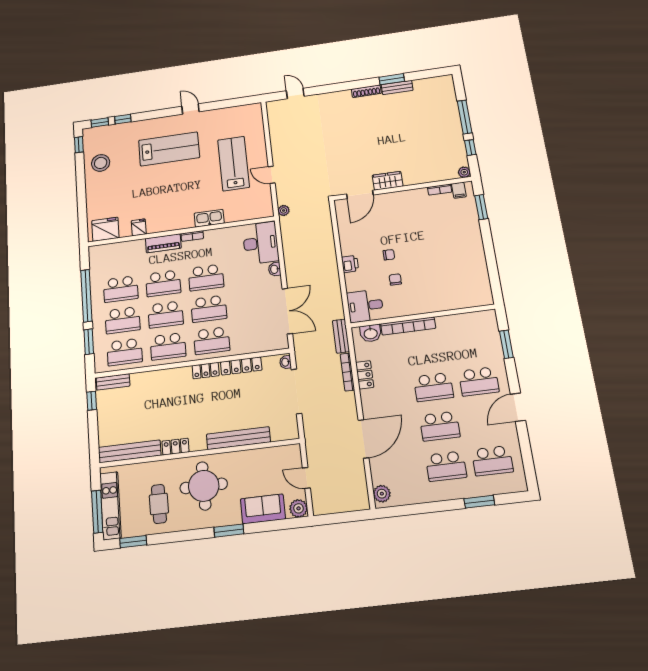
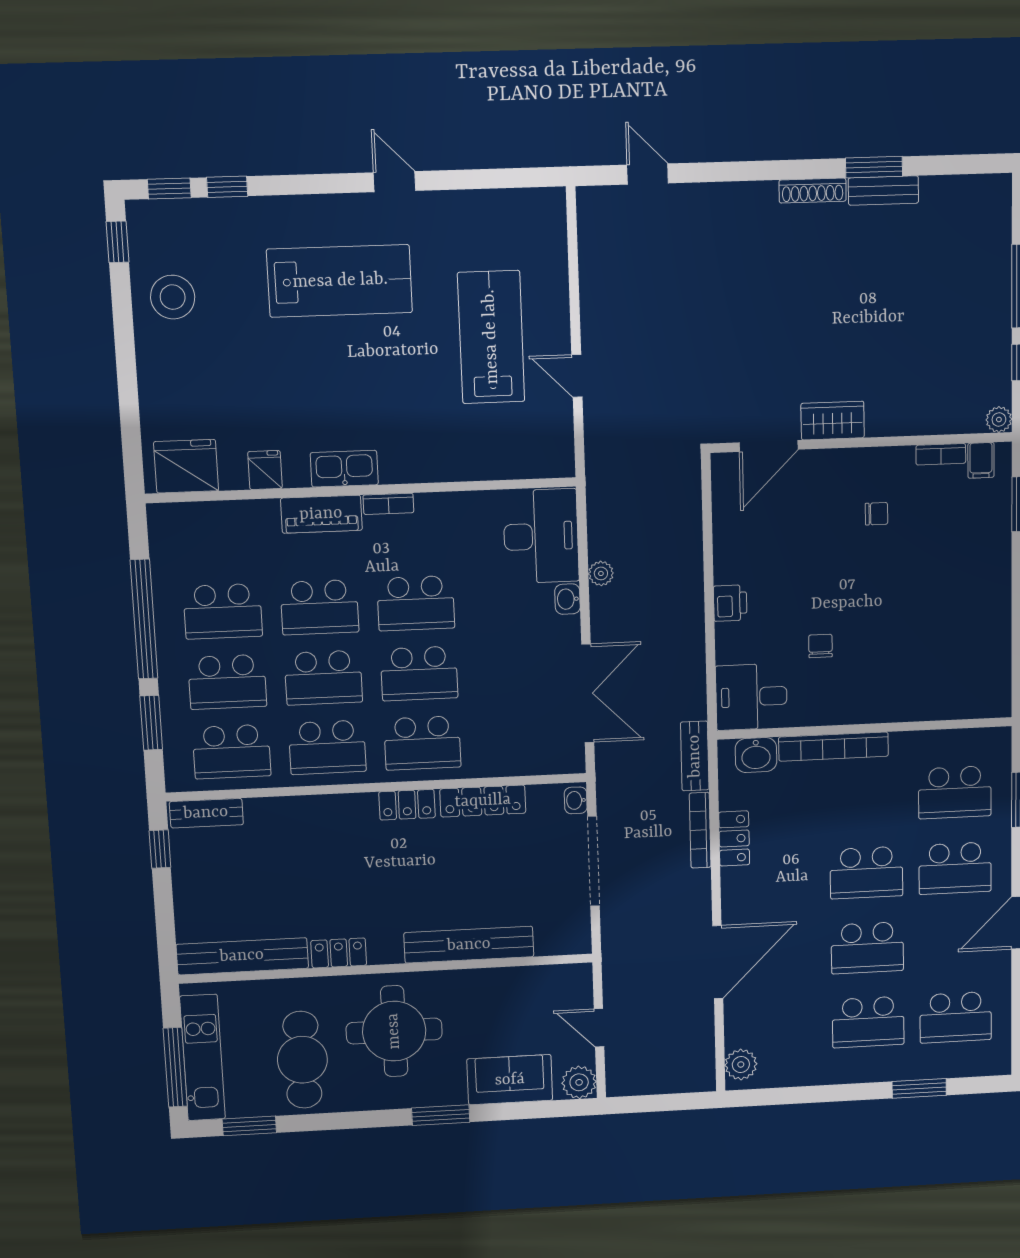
plant: (284, 210) -> (601, 573), moved
kitchen sink: (209, 218) -> (344, 469), moved
chair: (389, 255) -> (876, 514), moved
school desk: (472, 343) -> (955, 792), added
cafe table: (159, 504) -> (302, 1060), width x1.37, depth x1.35

